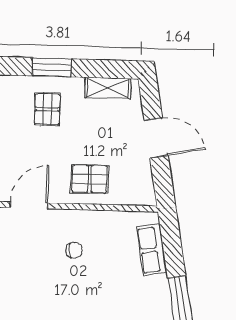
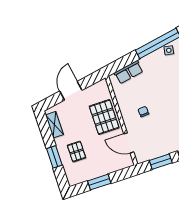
pallet: (47, 109) -> (76, 152), turned 90
pallet: (90, 179) -> (104, 117), width x1.50, depth x1.42

